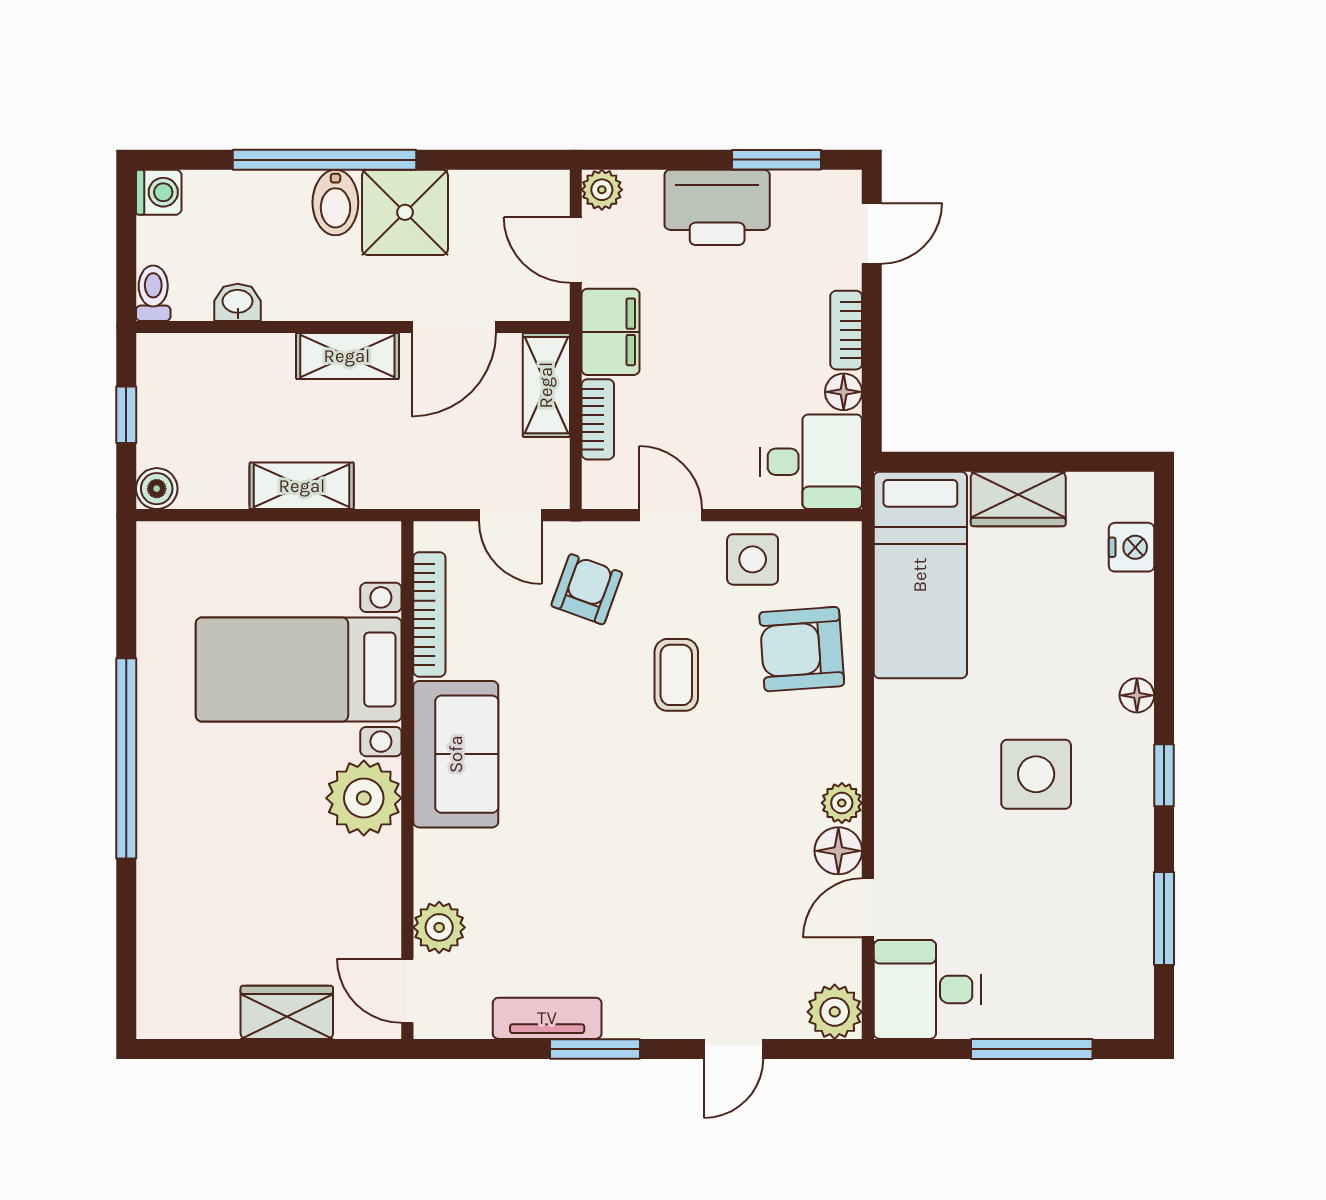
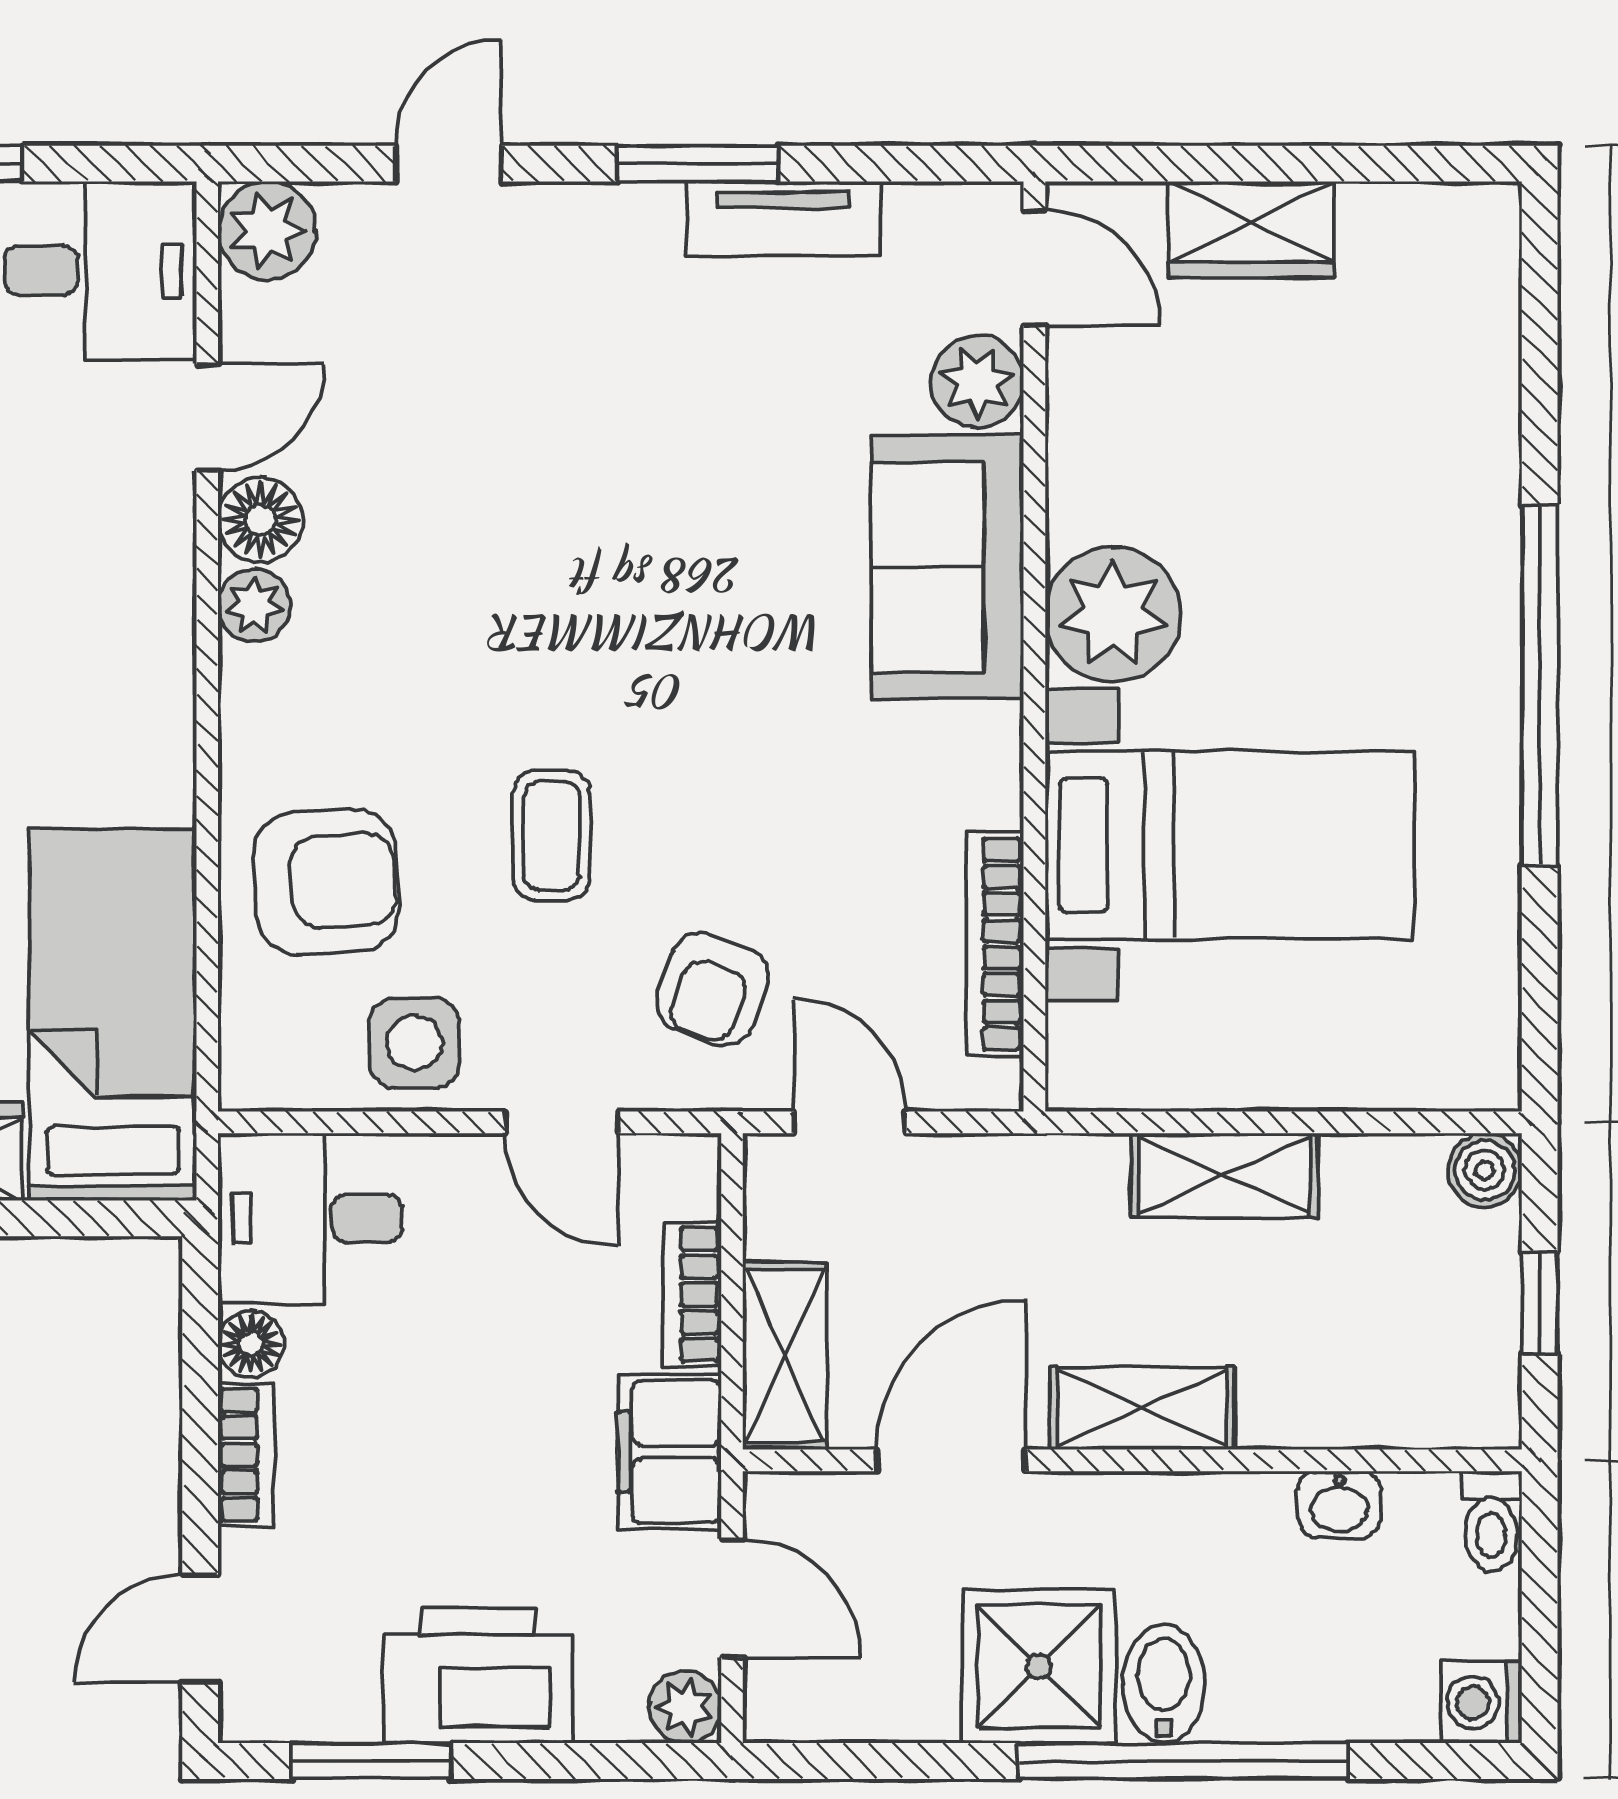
sofa: (456, 754) -> (948, 567), moved

